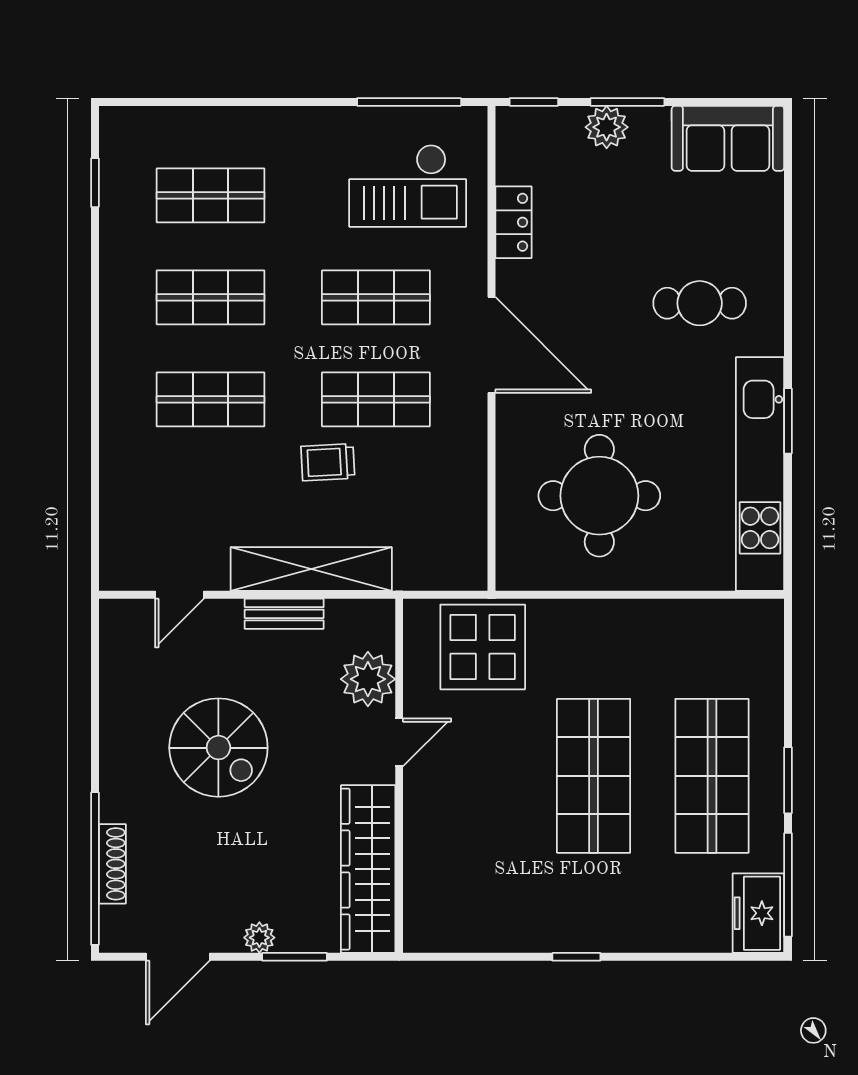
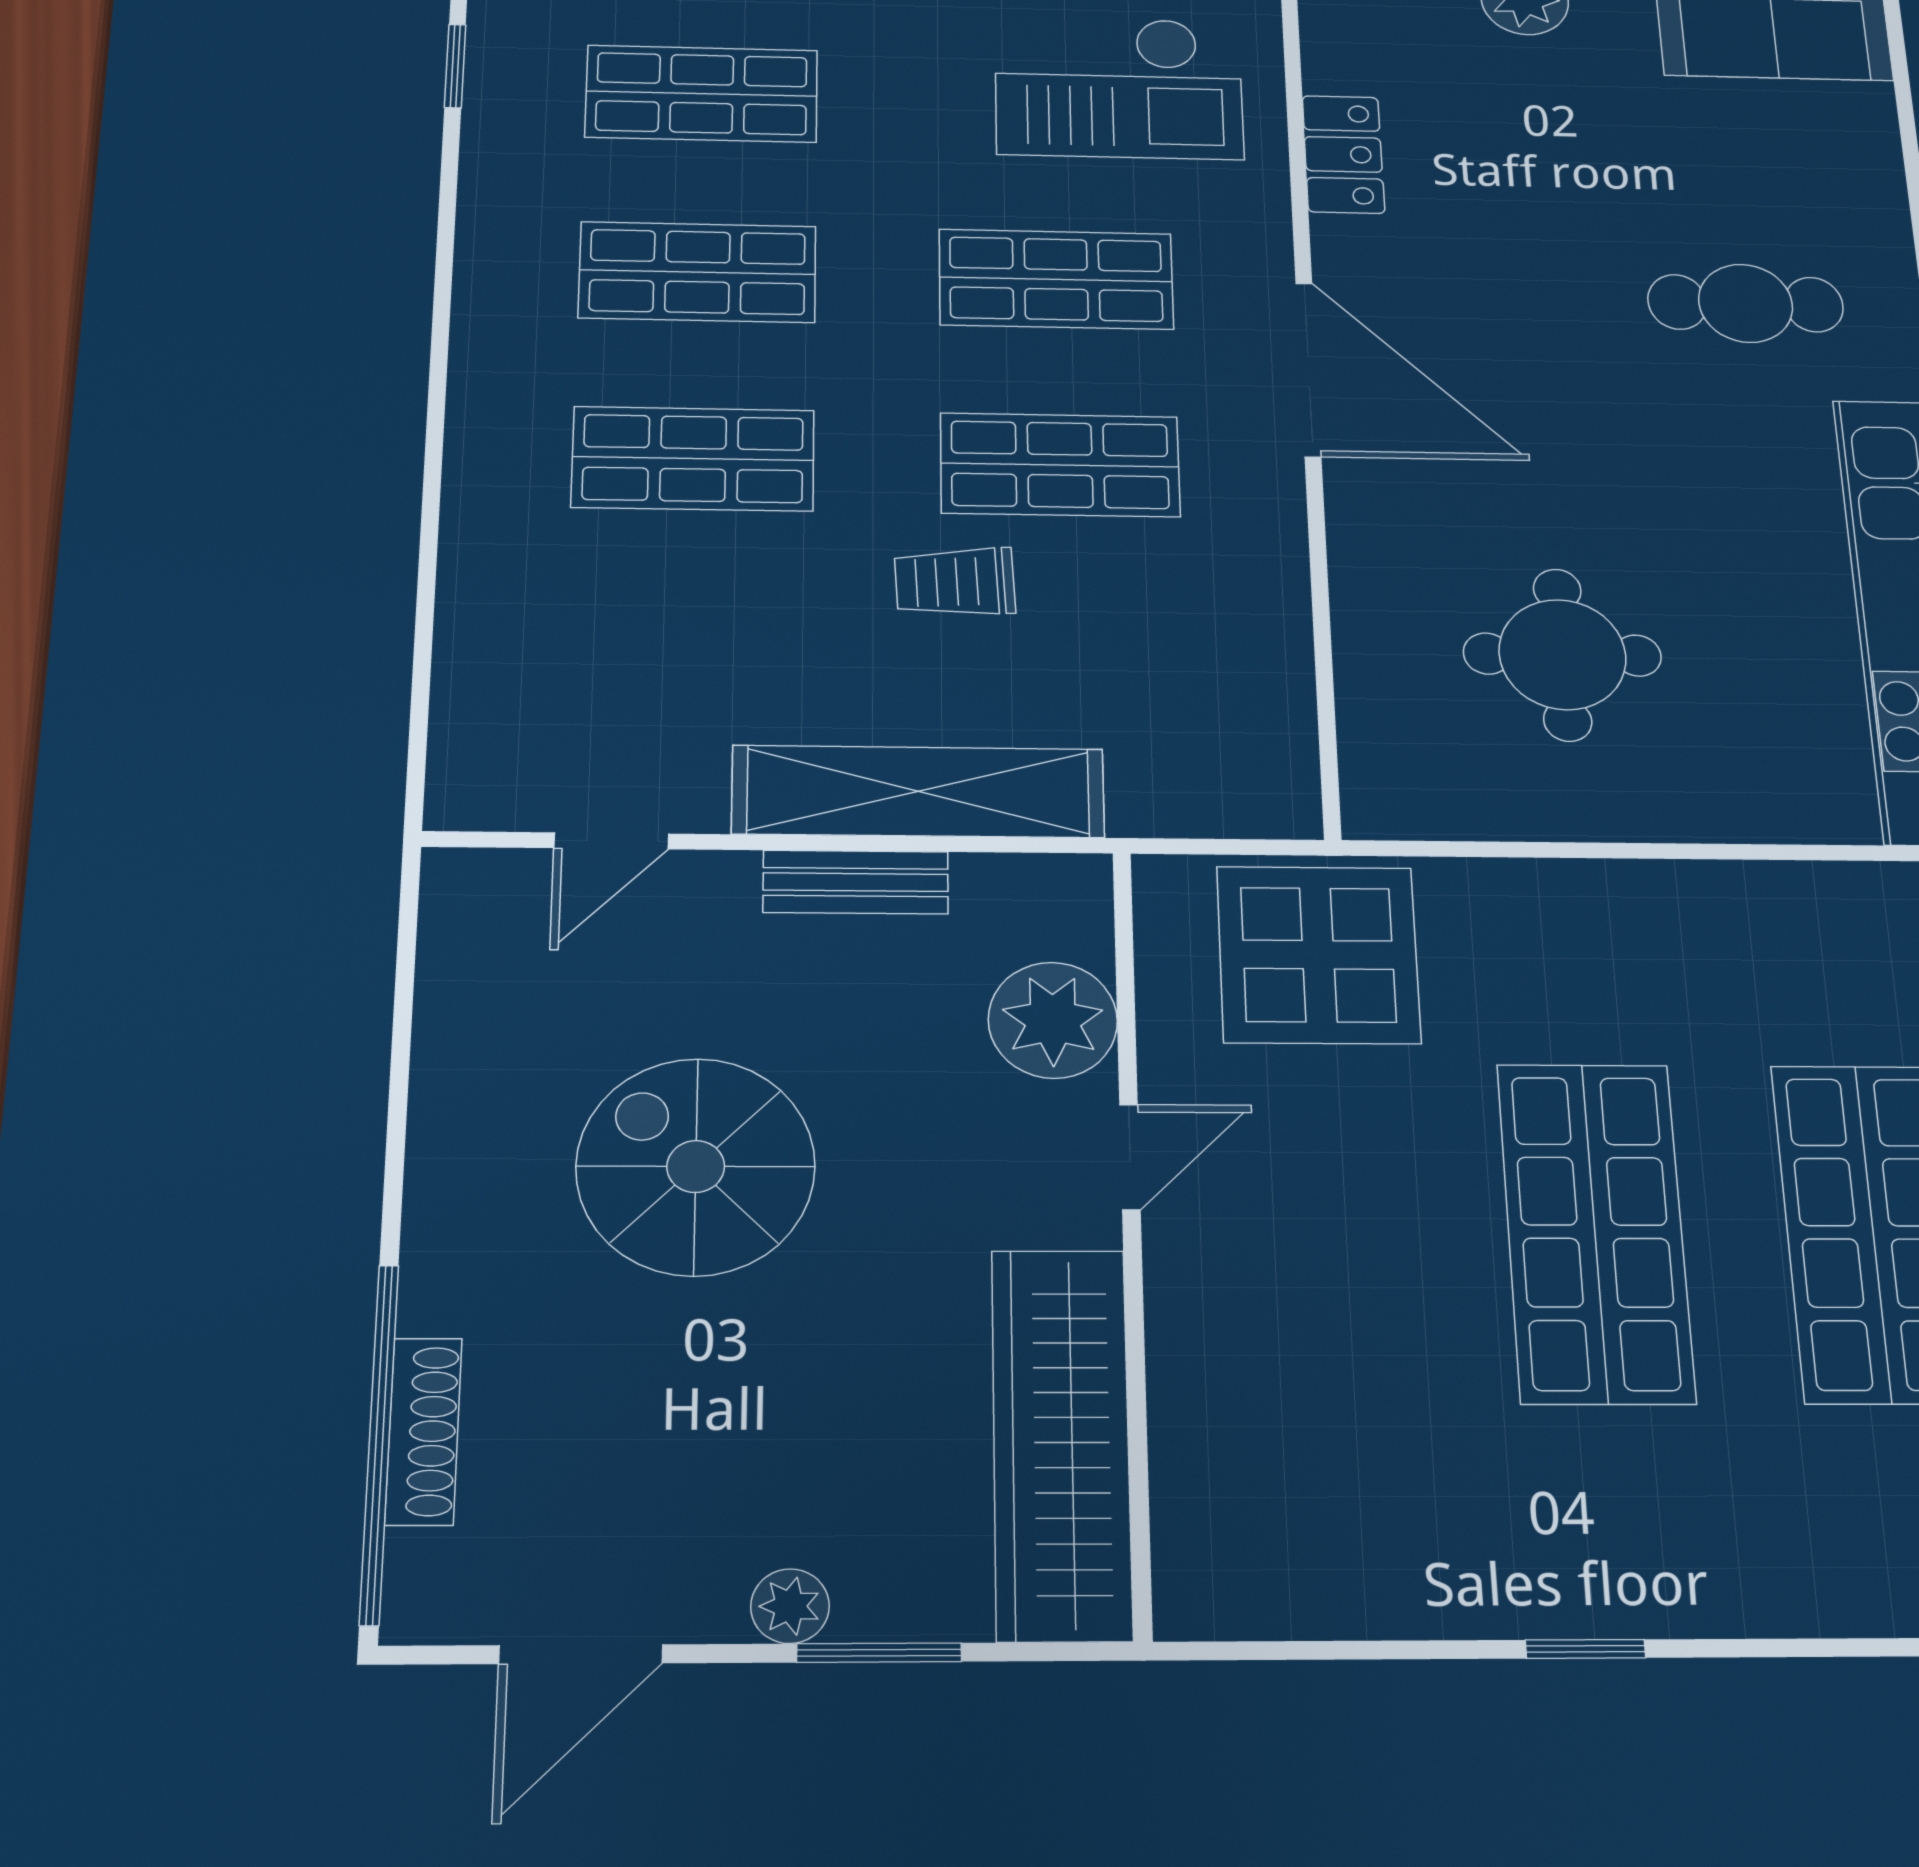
round table: (599, 496) -> (1562, 655), width x0.73, depth x0.73
spiral stairs: (218, 748) -> (696, 1167), turned 180

